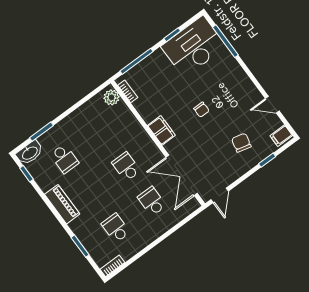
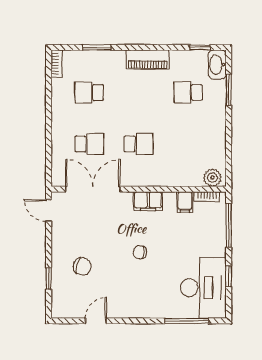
filing cabinet: (281, 136) -> (185, 202), moved, turned 180
school desk: (116, 228) -> (89, 93), turned 180

